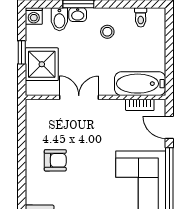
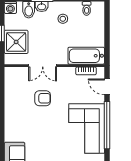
double door: (79, 97) -> (43, 66), swing flipped
armchair: (55, 160) -> (43, 98), moved

